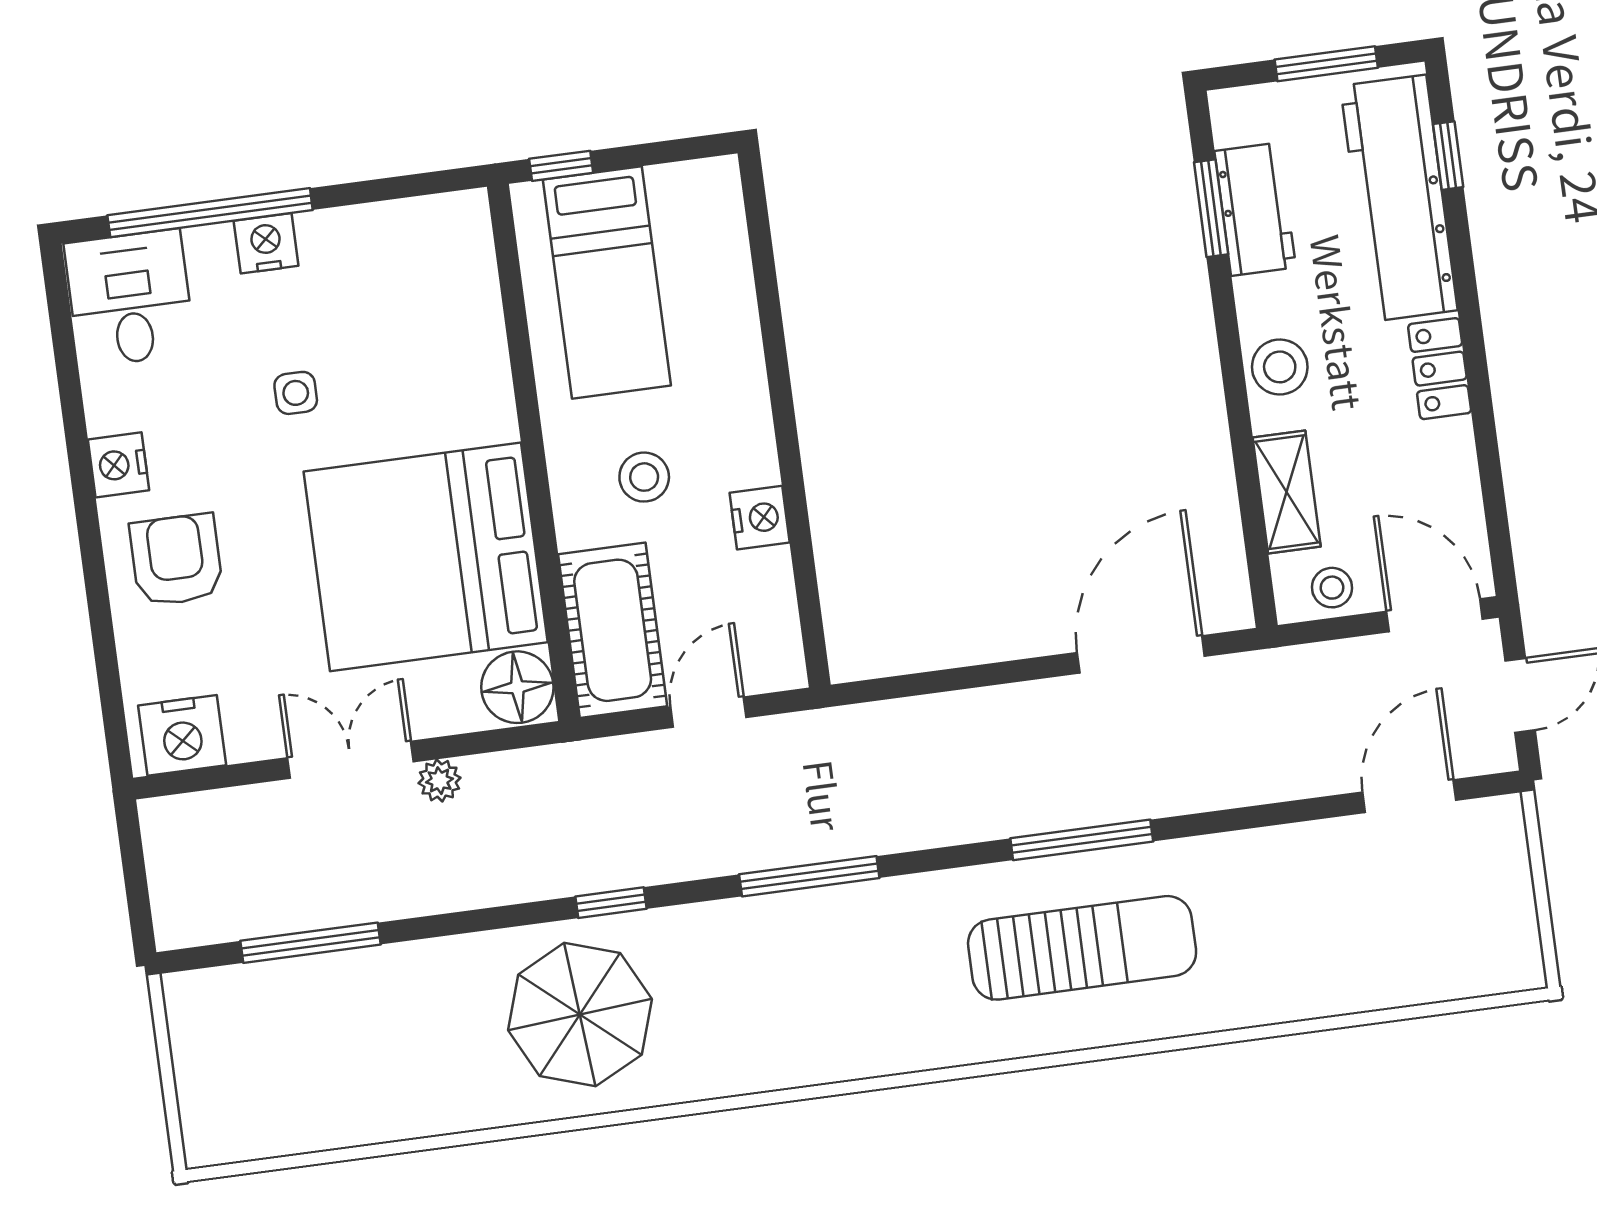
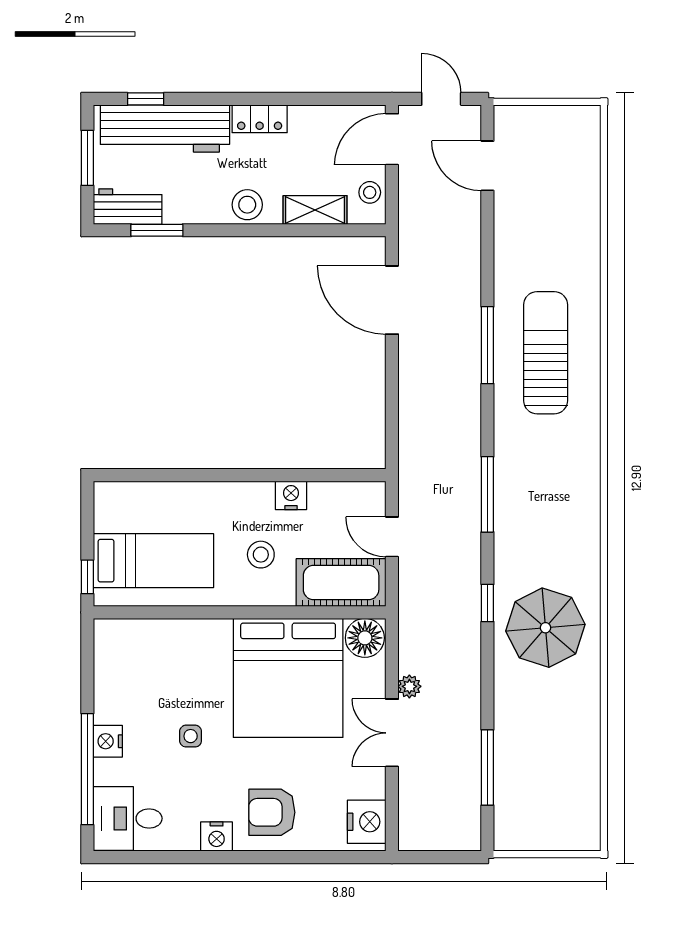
workbench: (1255, 209) -> (128, 207), moved

